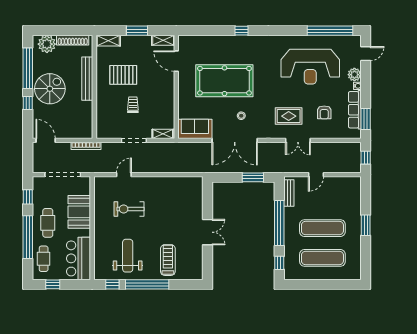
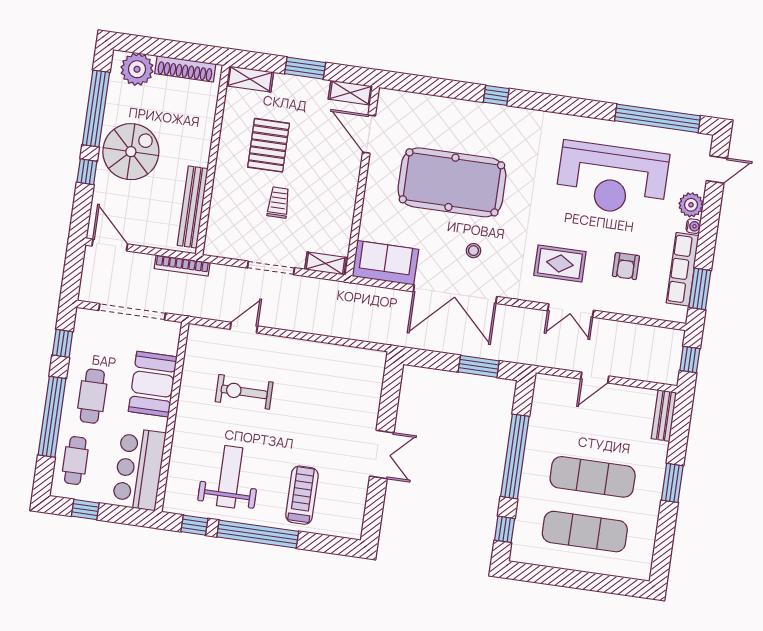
pallet: (123, 75) -> (269, 145), turned 90
bench: (87, 79) -> (193, 207), moved
bench: (289, 193) -> (664, 415), moved

